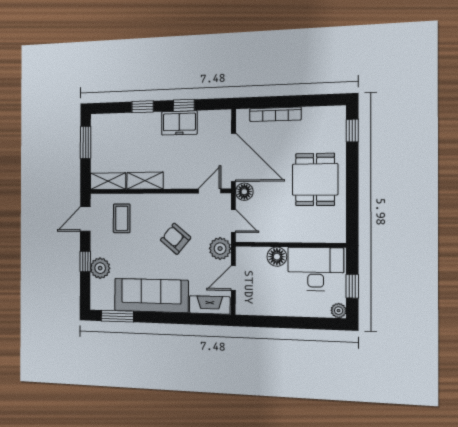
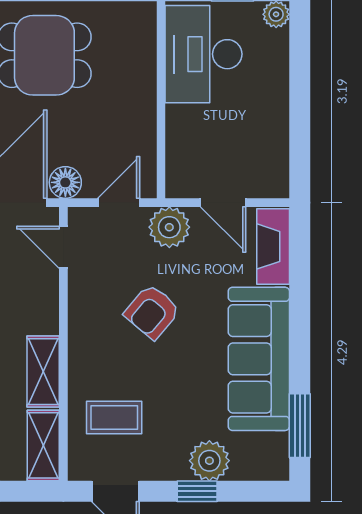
floor lamp: (277, 257) -> (183, 123), removed

